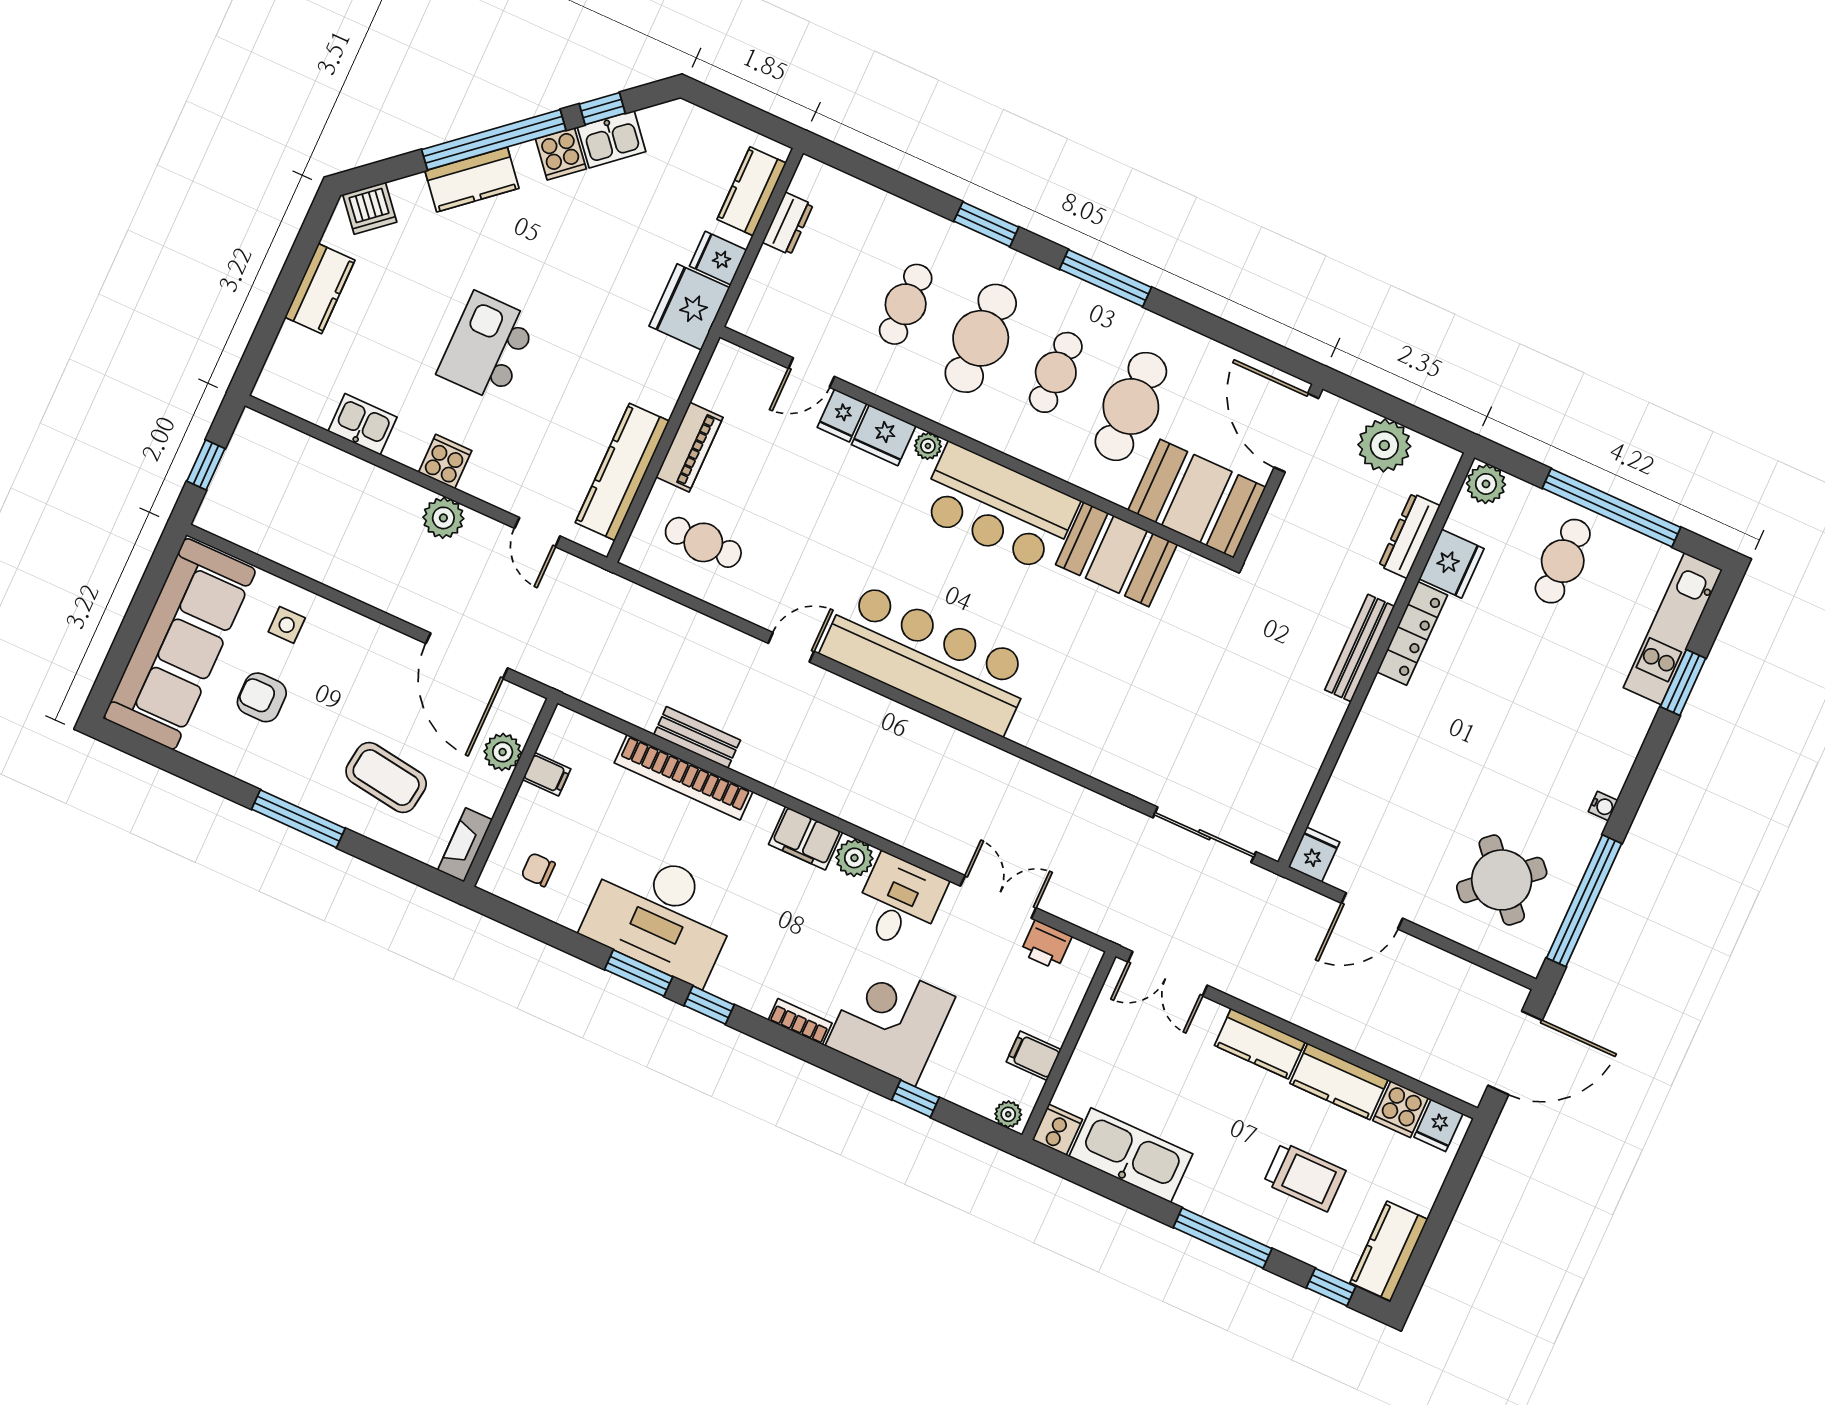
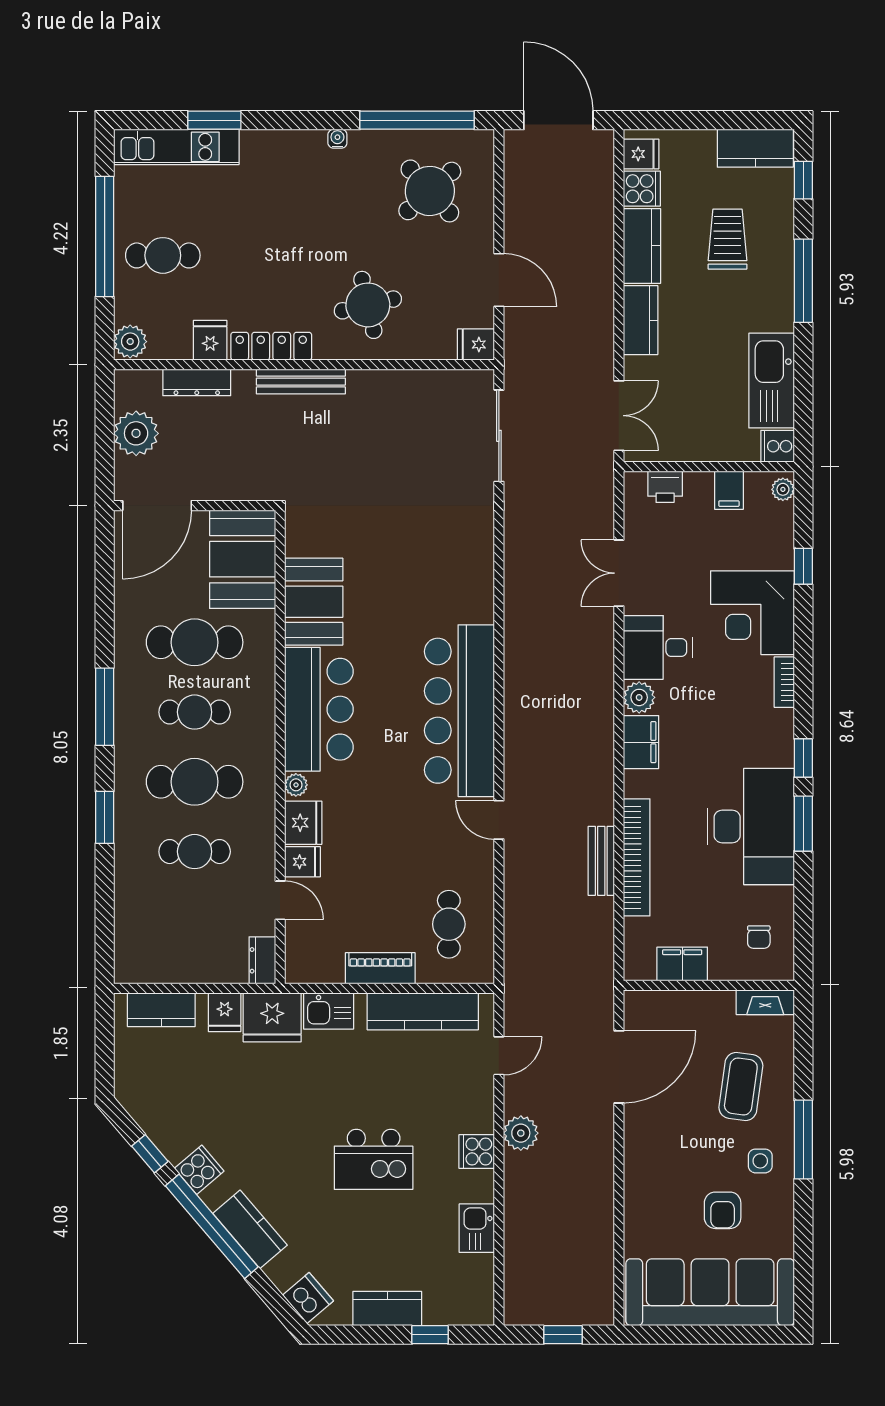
kitchen sink: (612, 139) -> (329, 1011), moved, turned 130
dresser: (788, 224) -> (262, 960), moved, turned -90
window: (271, 322) -> (430, 1335), added
fridge: (1451, 564) -> (210, 340), width x0.72
side table: (287, 625) -> (760, 1161), moved
plant: (503, 752) -> (681, 1006), removed
round table: (1409, 758) -> (368, 305), added
filing cabinet: (547, 774) -> (682, 964), width x2.00
printer: (1046, 945) -> (665, 487), moved, turned 90

